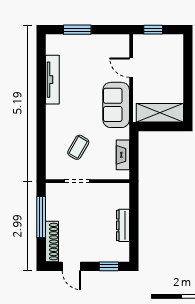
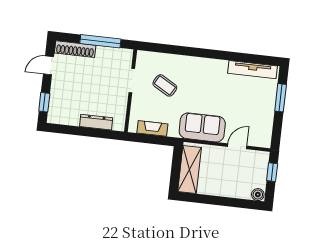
boiler: (177, 41) -> (258, 195), added
tv unit: (52, 80) -> (253, 70), moved
dresser: (123, 225) -> (96, 122), moved

